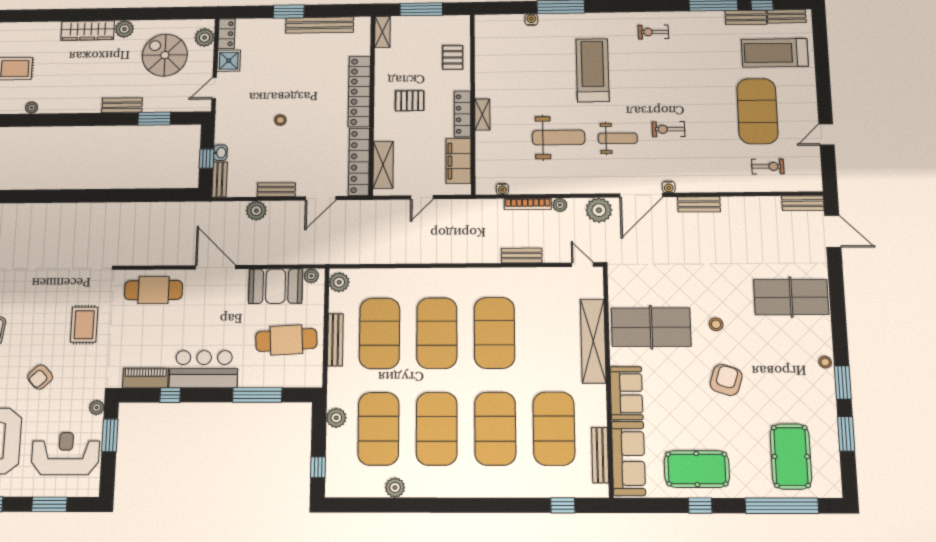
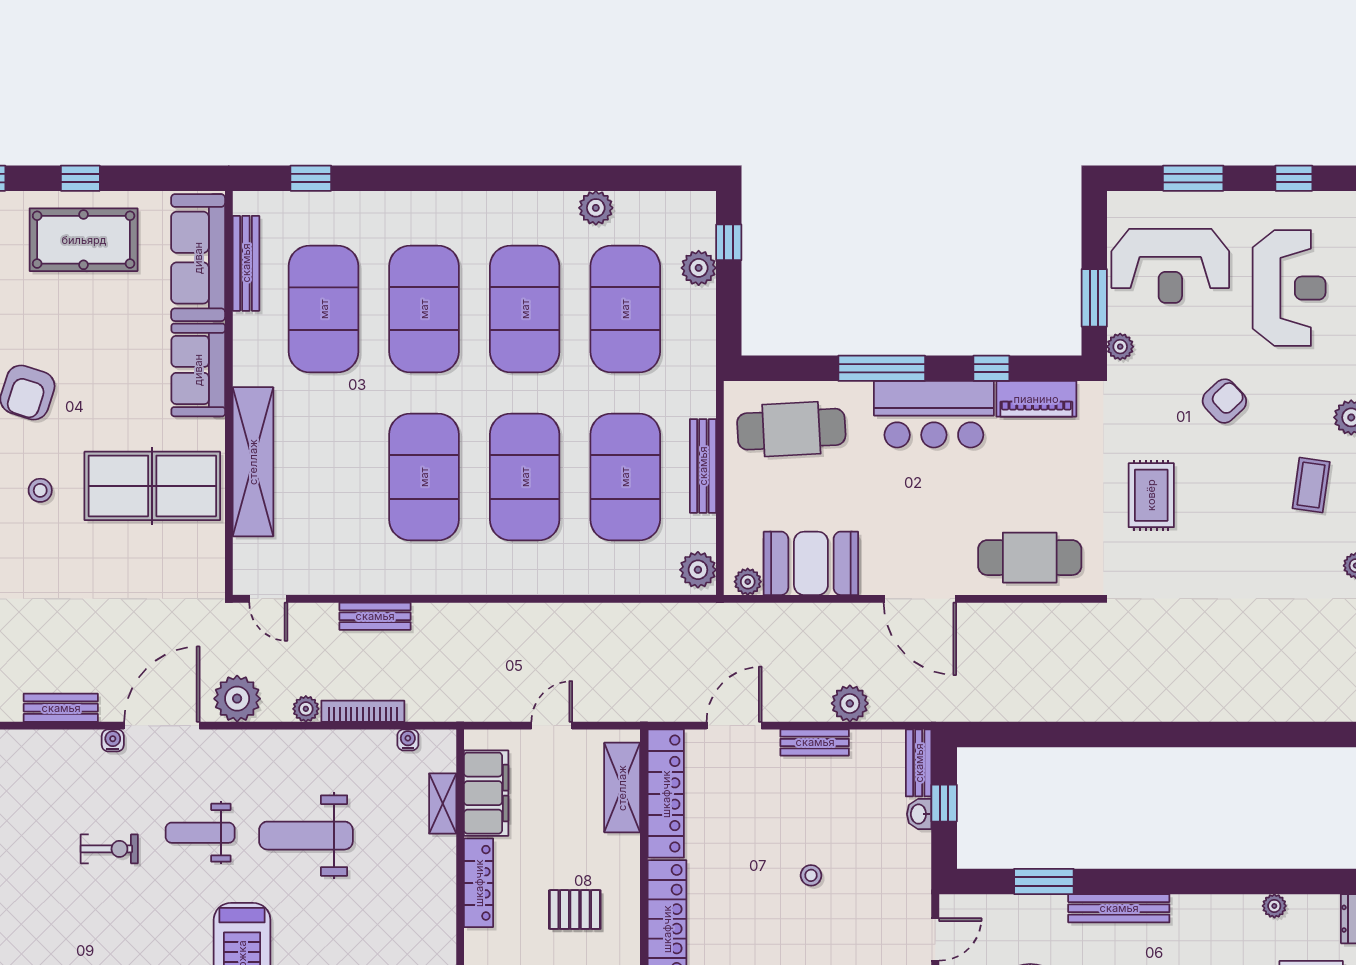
bench: (122, 105) -> (1119, 908), width x1.36
shelving: (482, 115) -> (443, 804), moved
cafe table: (286, 340) -> (791, 429), moved
window: (257, 395) -> (882, 368), moved
plant: (336, 418) -> (699, 268), moved

